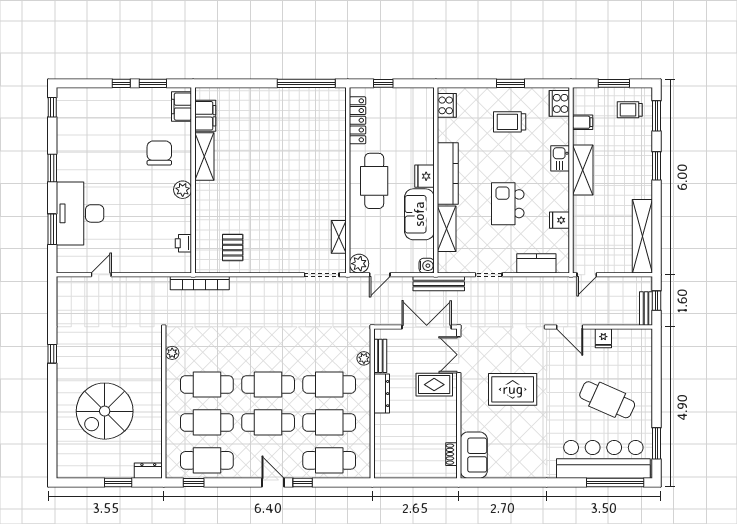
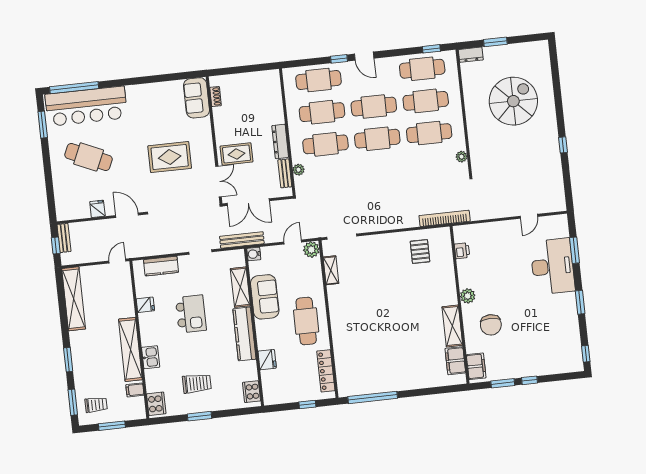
shelving: (583, 170) -> (130, 349), width x1.47
fridge: (425, 176) -> (267, 360), moved

